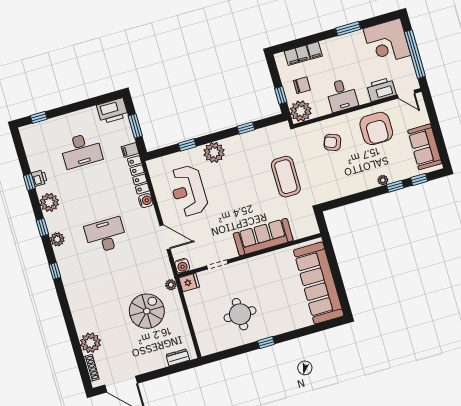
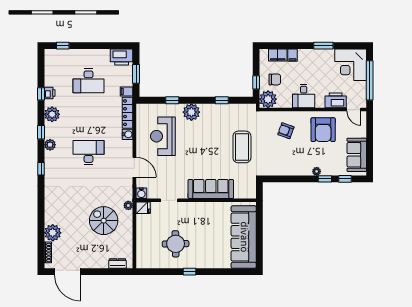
spiral stairs: (147, 311) -> (104, 221), turned -90

